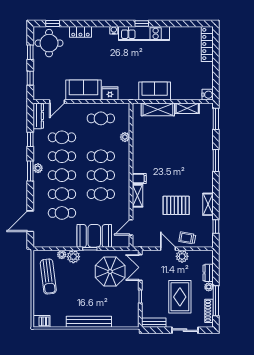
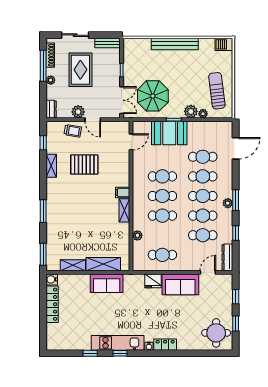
window: (53, 24) -> (90, 353), moved
locker: (80, 32) -> (165, 345), moved
locker: (207, 44) -> (52, 304), moved
shelving: (138, 196) -> (124, 210), moved
dresser: (208, 273) -> (51, 109), moved

